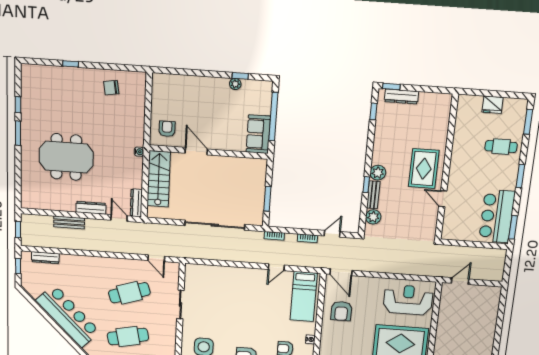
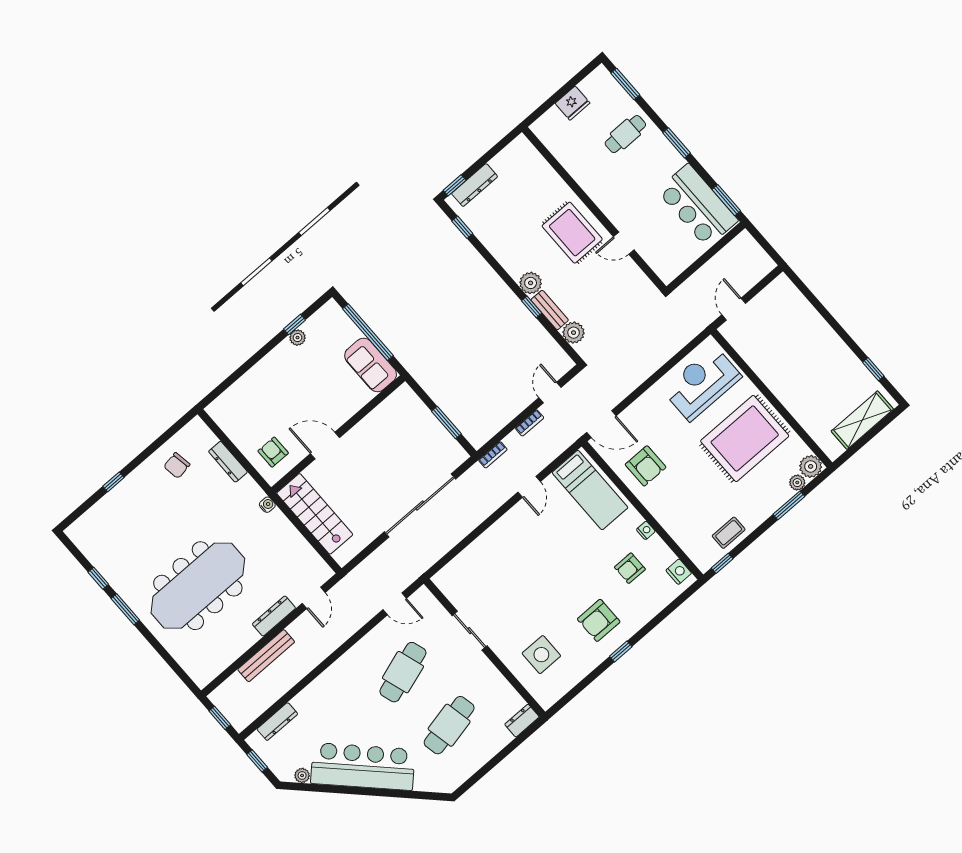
meeting table: (66, 157) -> (198, 586), width x1.36
dresser: (136, 203) -> (228, 462), moved
door: (119, 218) -> (314, 598), swing flipped
bench: (69, 222) -> (266, 656), width x1.36
plant: (34, 293) -> (302, 775), added

